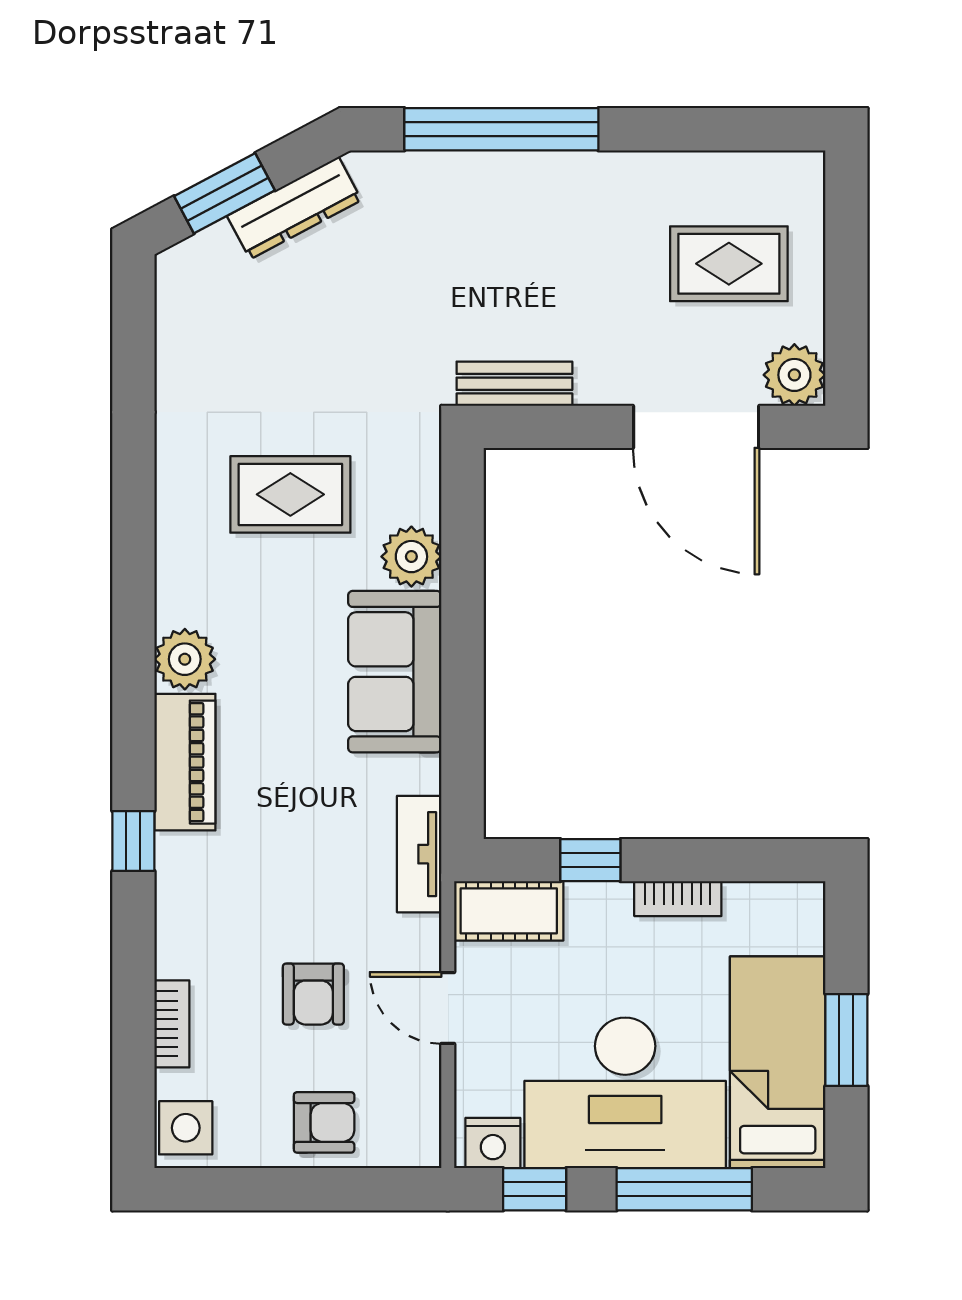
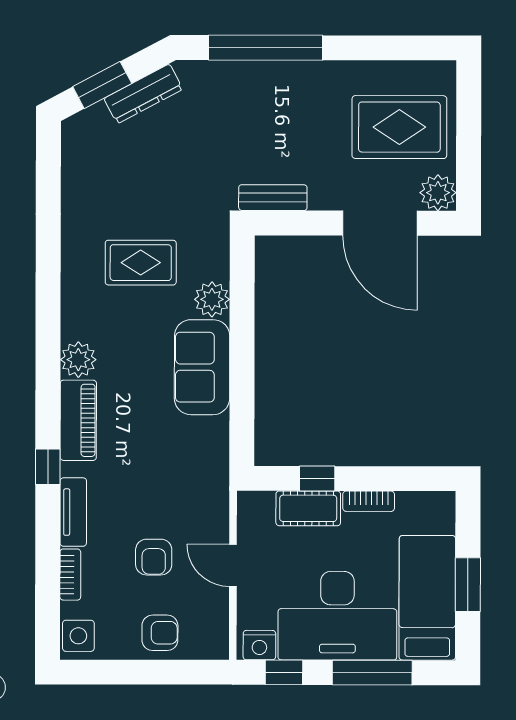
rug: (729, 264) -> (399, 127), width x1.36, depth x1.43
tv unit: (419, 854) -> (73, 512), moved, turned 180
cot: (509, 911) -> (308, 508), moved

